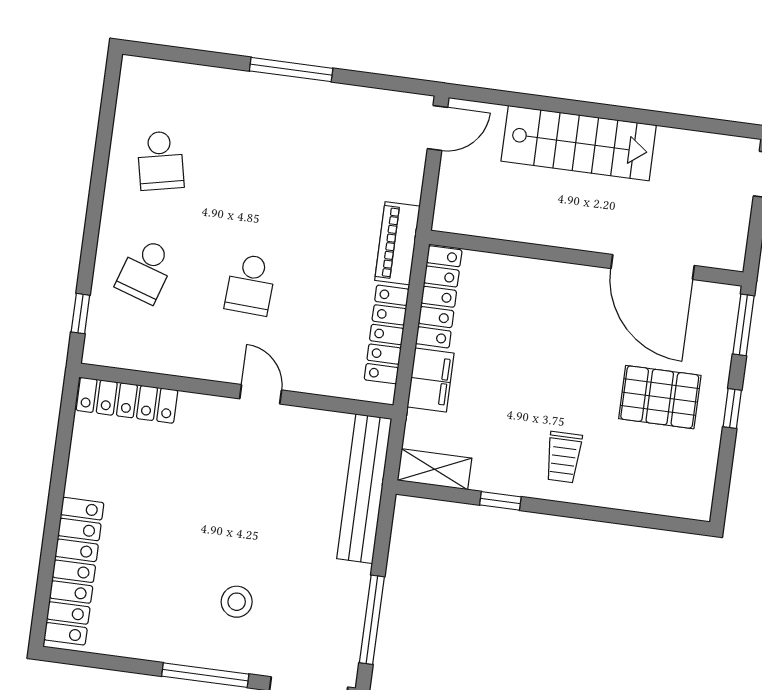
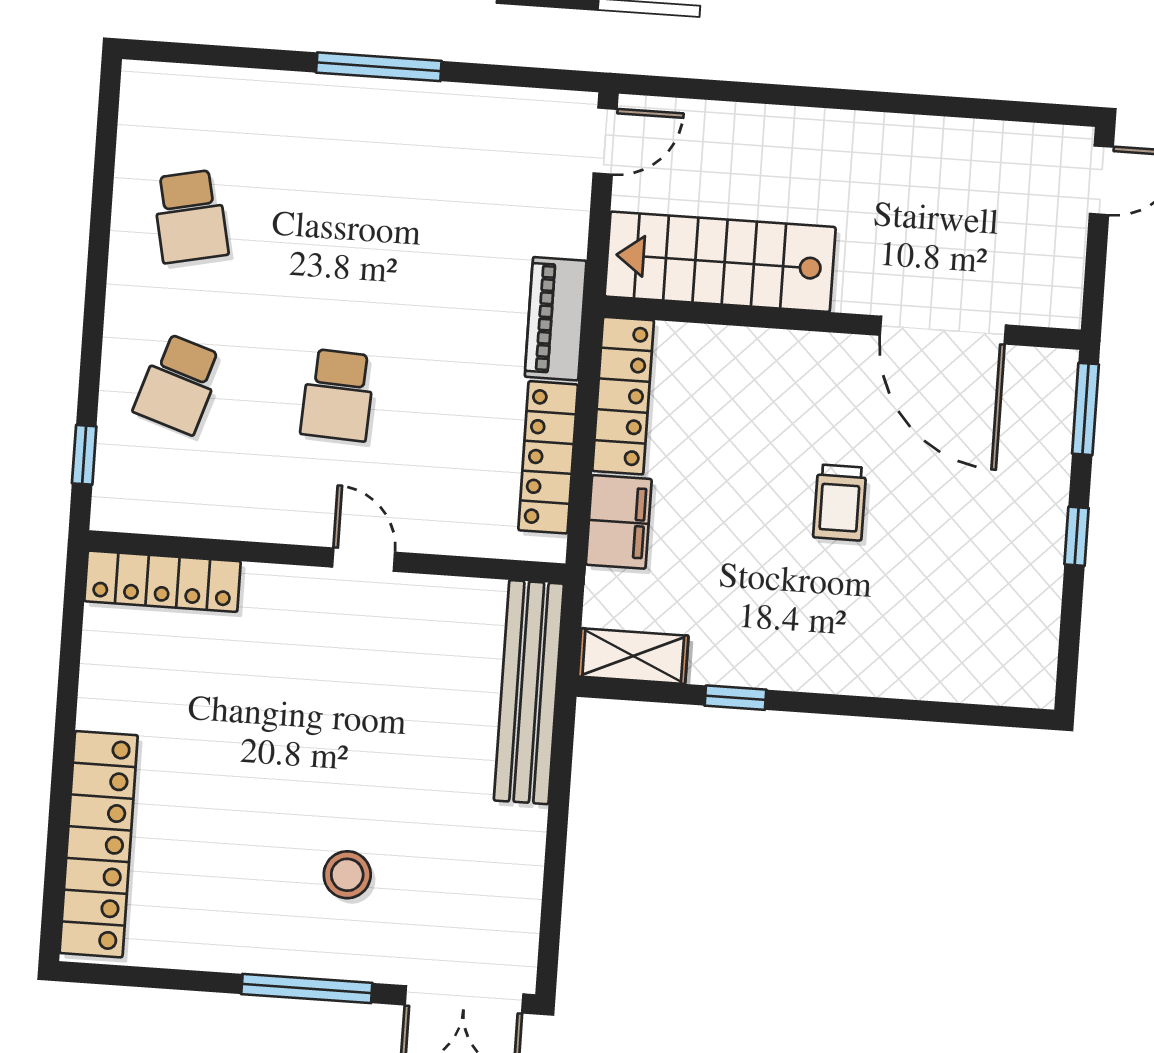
stairs: (579, 143) -> (720, 262), moved, turned 180
pallet: (660, 397) -> (966, 526), removed
trolley: (564, 457) -> (840, 503), moved
window: (372, 620) -> (553, 889), removed

